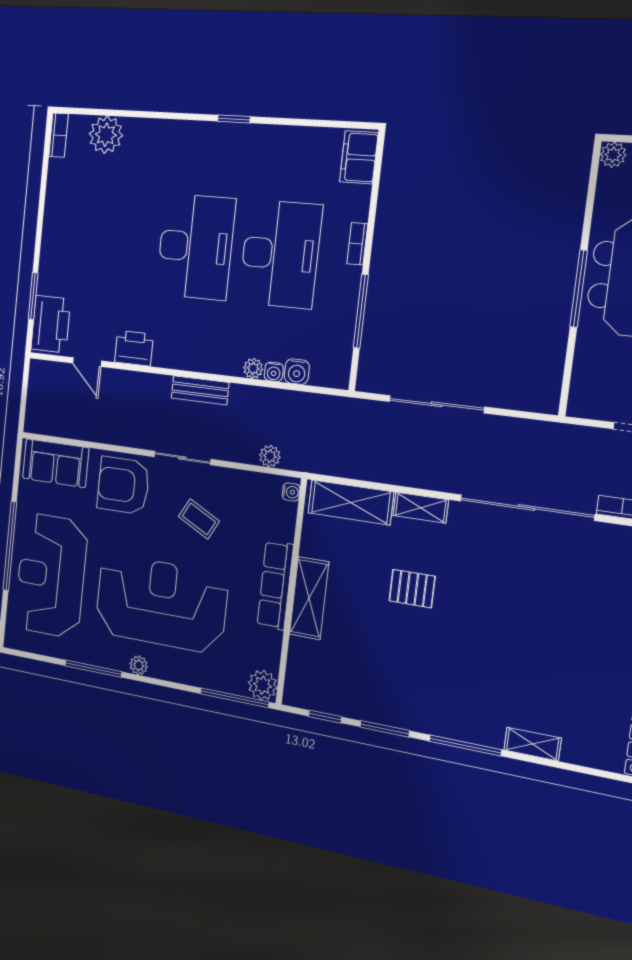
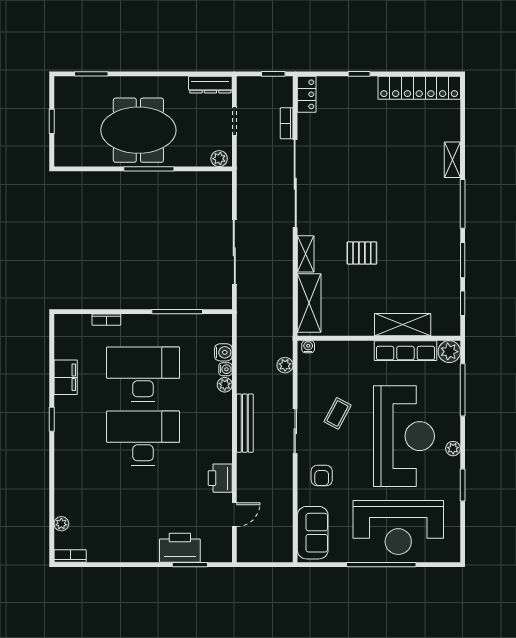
plant: (106, 135) -> (61, 524), width x0.53, depth x0.53
plant: (613, 155) -> (219, 159), moved
filing cabinet: (359, 157) -> (66, 377), moved, turned -90
bookcase: (357, 244) -> (106, 320), moved
printer: (51, 324) -> (180, 548), moved
bench: (200, 390) -> (245, 423), width x1.36
armchair: (123, 485) -> (322, 476), width x0.53, depth x0.53
row of seats: (275, 585) -> (406, 351), moved
pallet: (412, 589) -> (362, 253), turned 90
shelving: (309, 598) -> (403, 325), moved
reception desk: (161, 603) -> (404, 436), turned 180
window: (93, 669) -> (463, 485), width x0.69
window: (234, 698) -> (463, 390), moved

